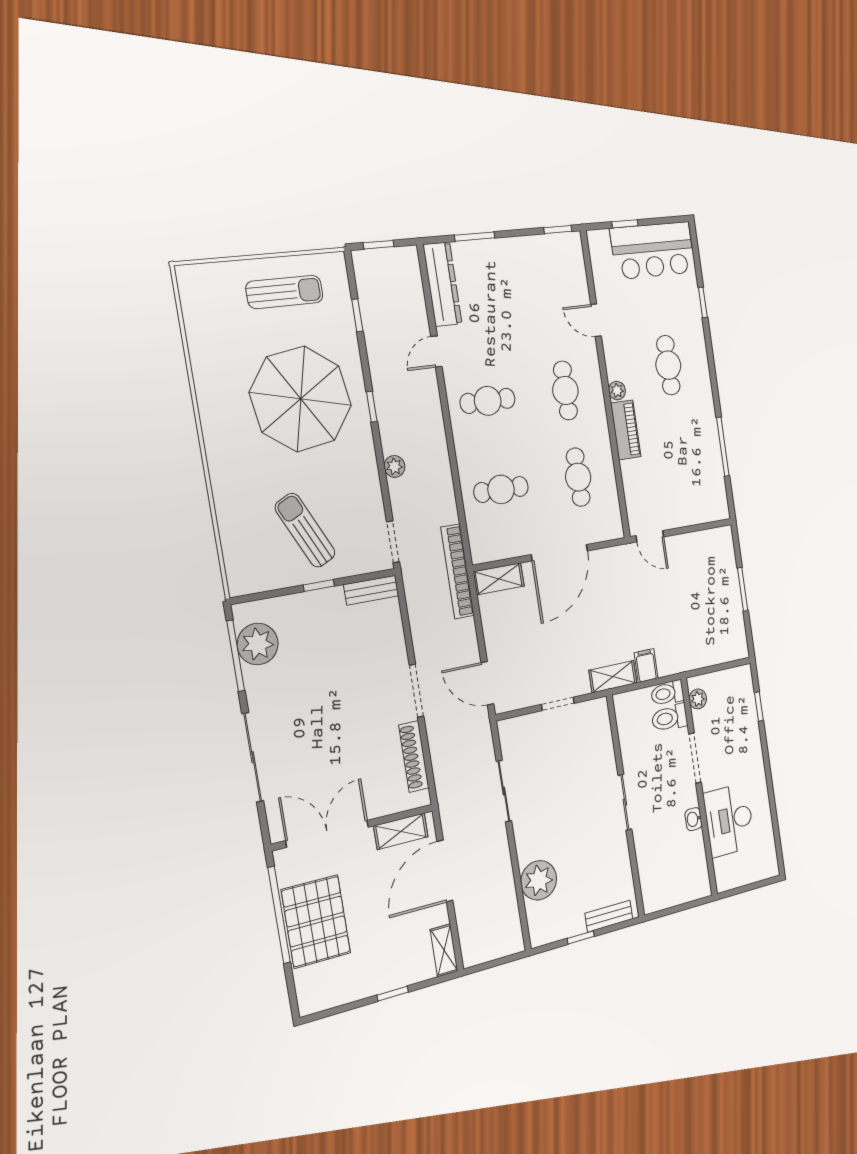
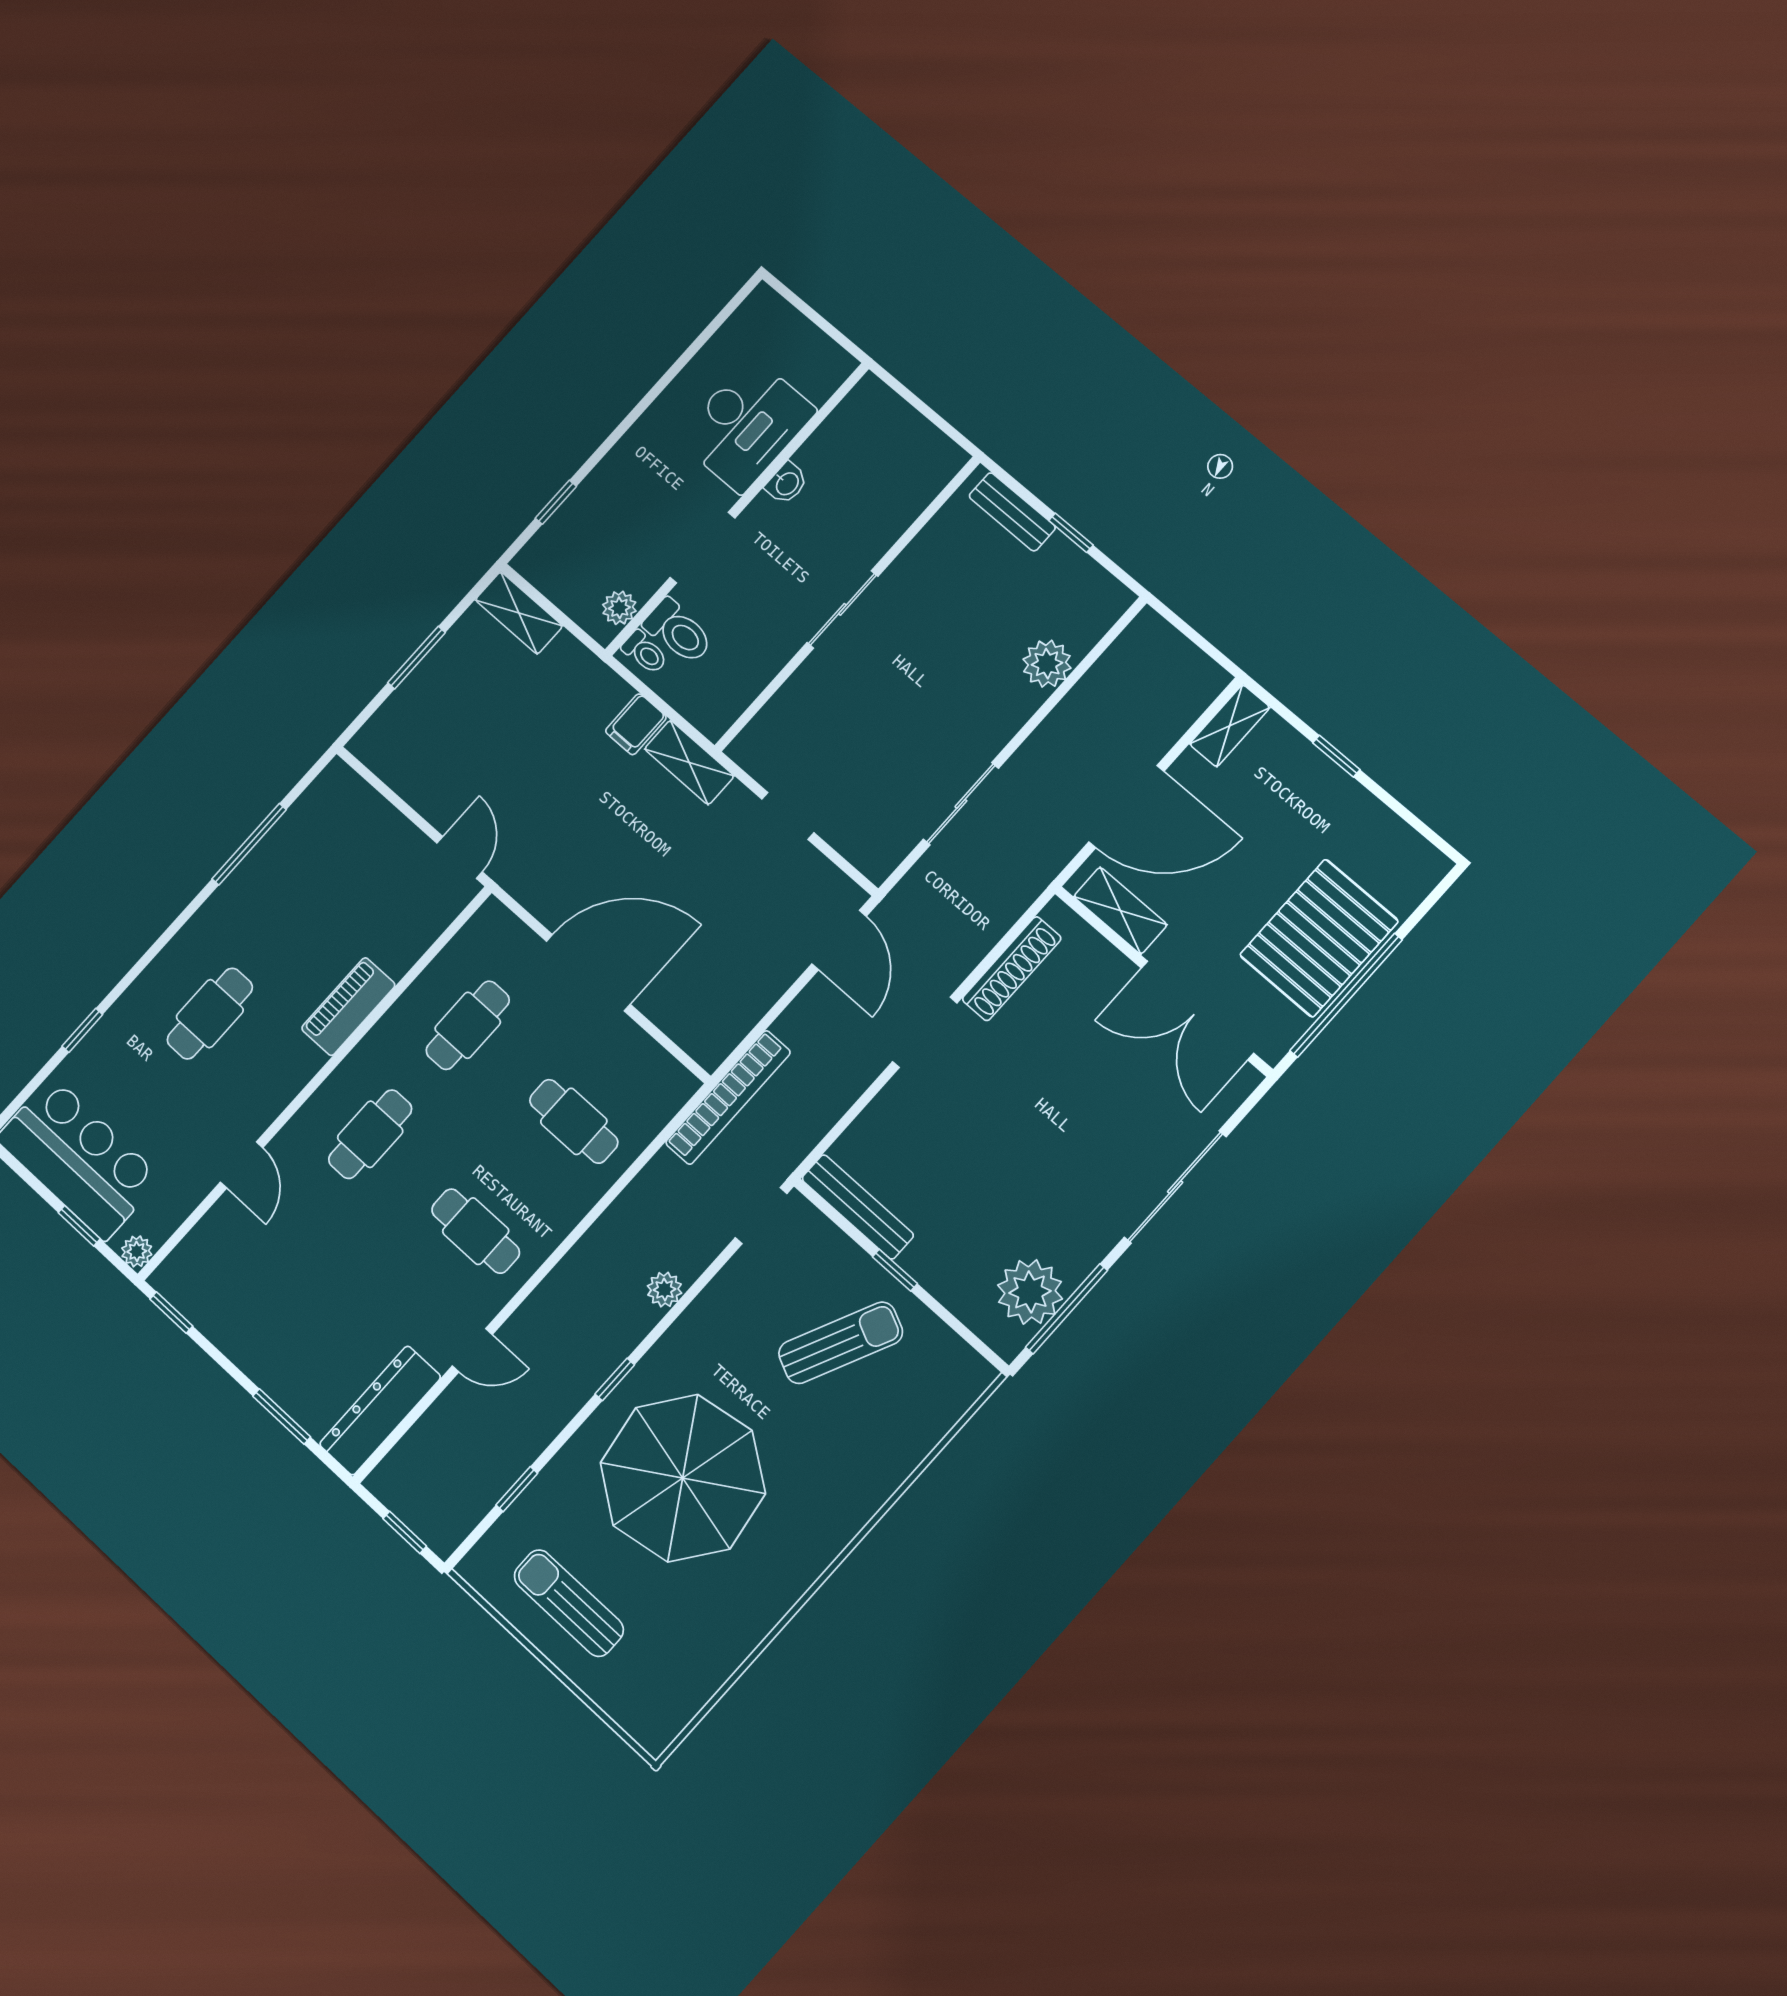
plant: (617, 391) -> (137, 1251), moved
sun lounger: (305, 530) -> (841, 1343), turned -129
shelving: (499, 579) -> (519, 613), moved
bench: (371, 590) -> (858, 1207), width x1.36
toilet: (667, 693) -> (645, 652), width x0.73, depth x0.72
plant: (539, 880) -> (1047, 664), width x0.73, depth x0.73

